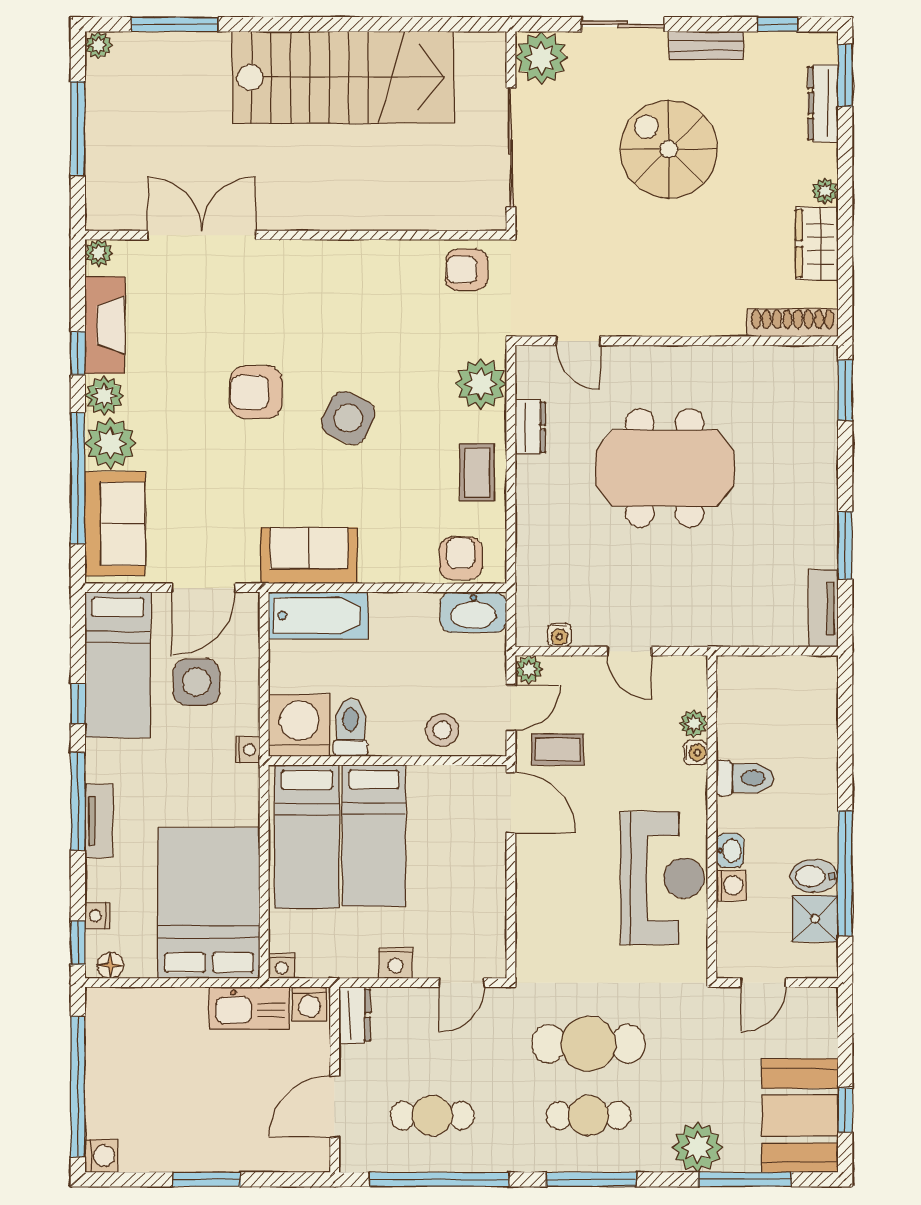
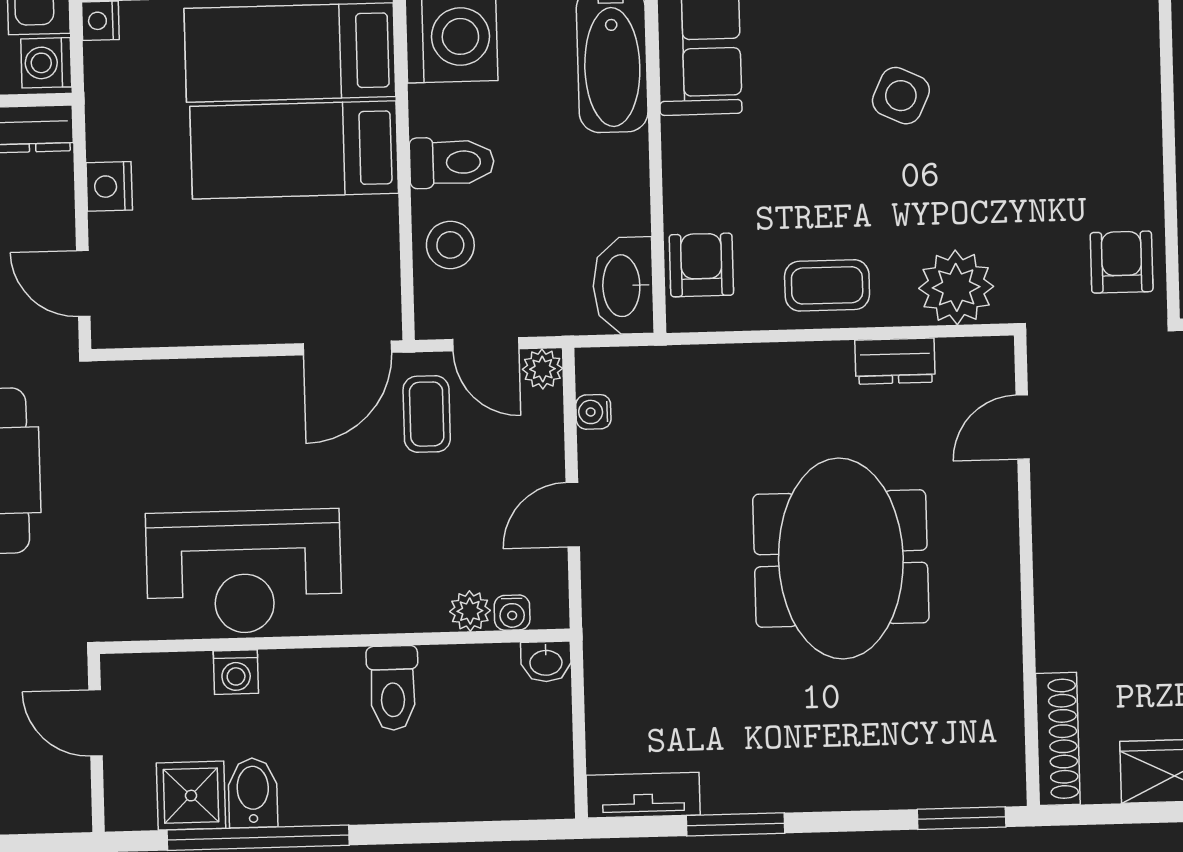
side table: (348, 418) -> (901, 96), width x0.73, depth x0.73
armchair: (461, 558) -> (701, 265), turned -90
toilet: (350, 728) -> (452, 162), moved
water cooler: (696, 753) -> (512, 613), moved
washbasin: (730, 851) -> (546, 662), moved

